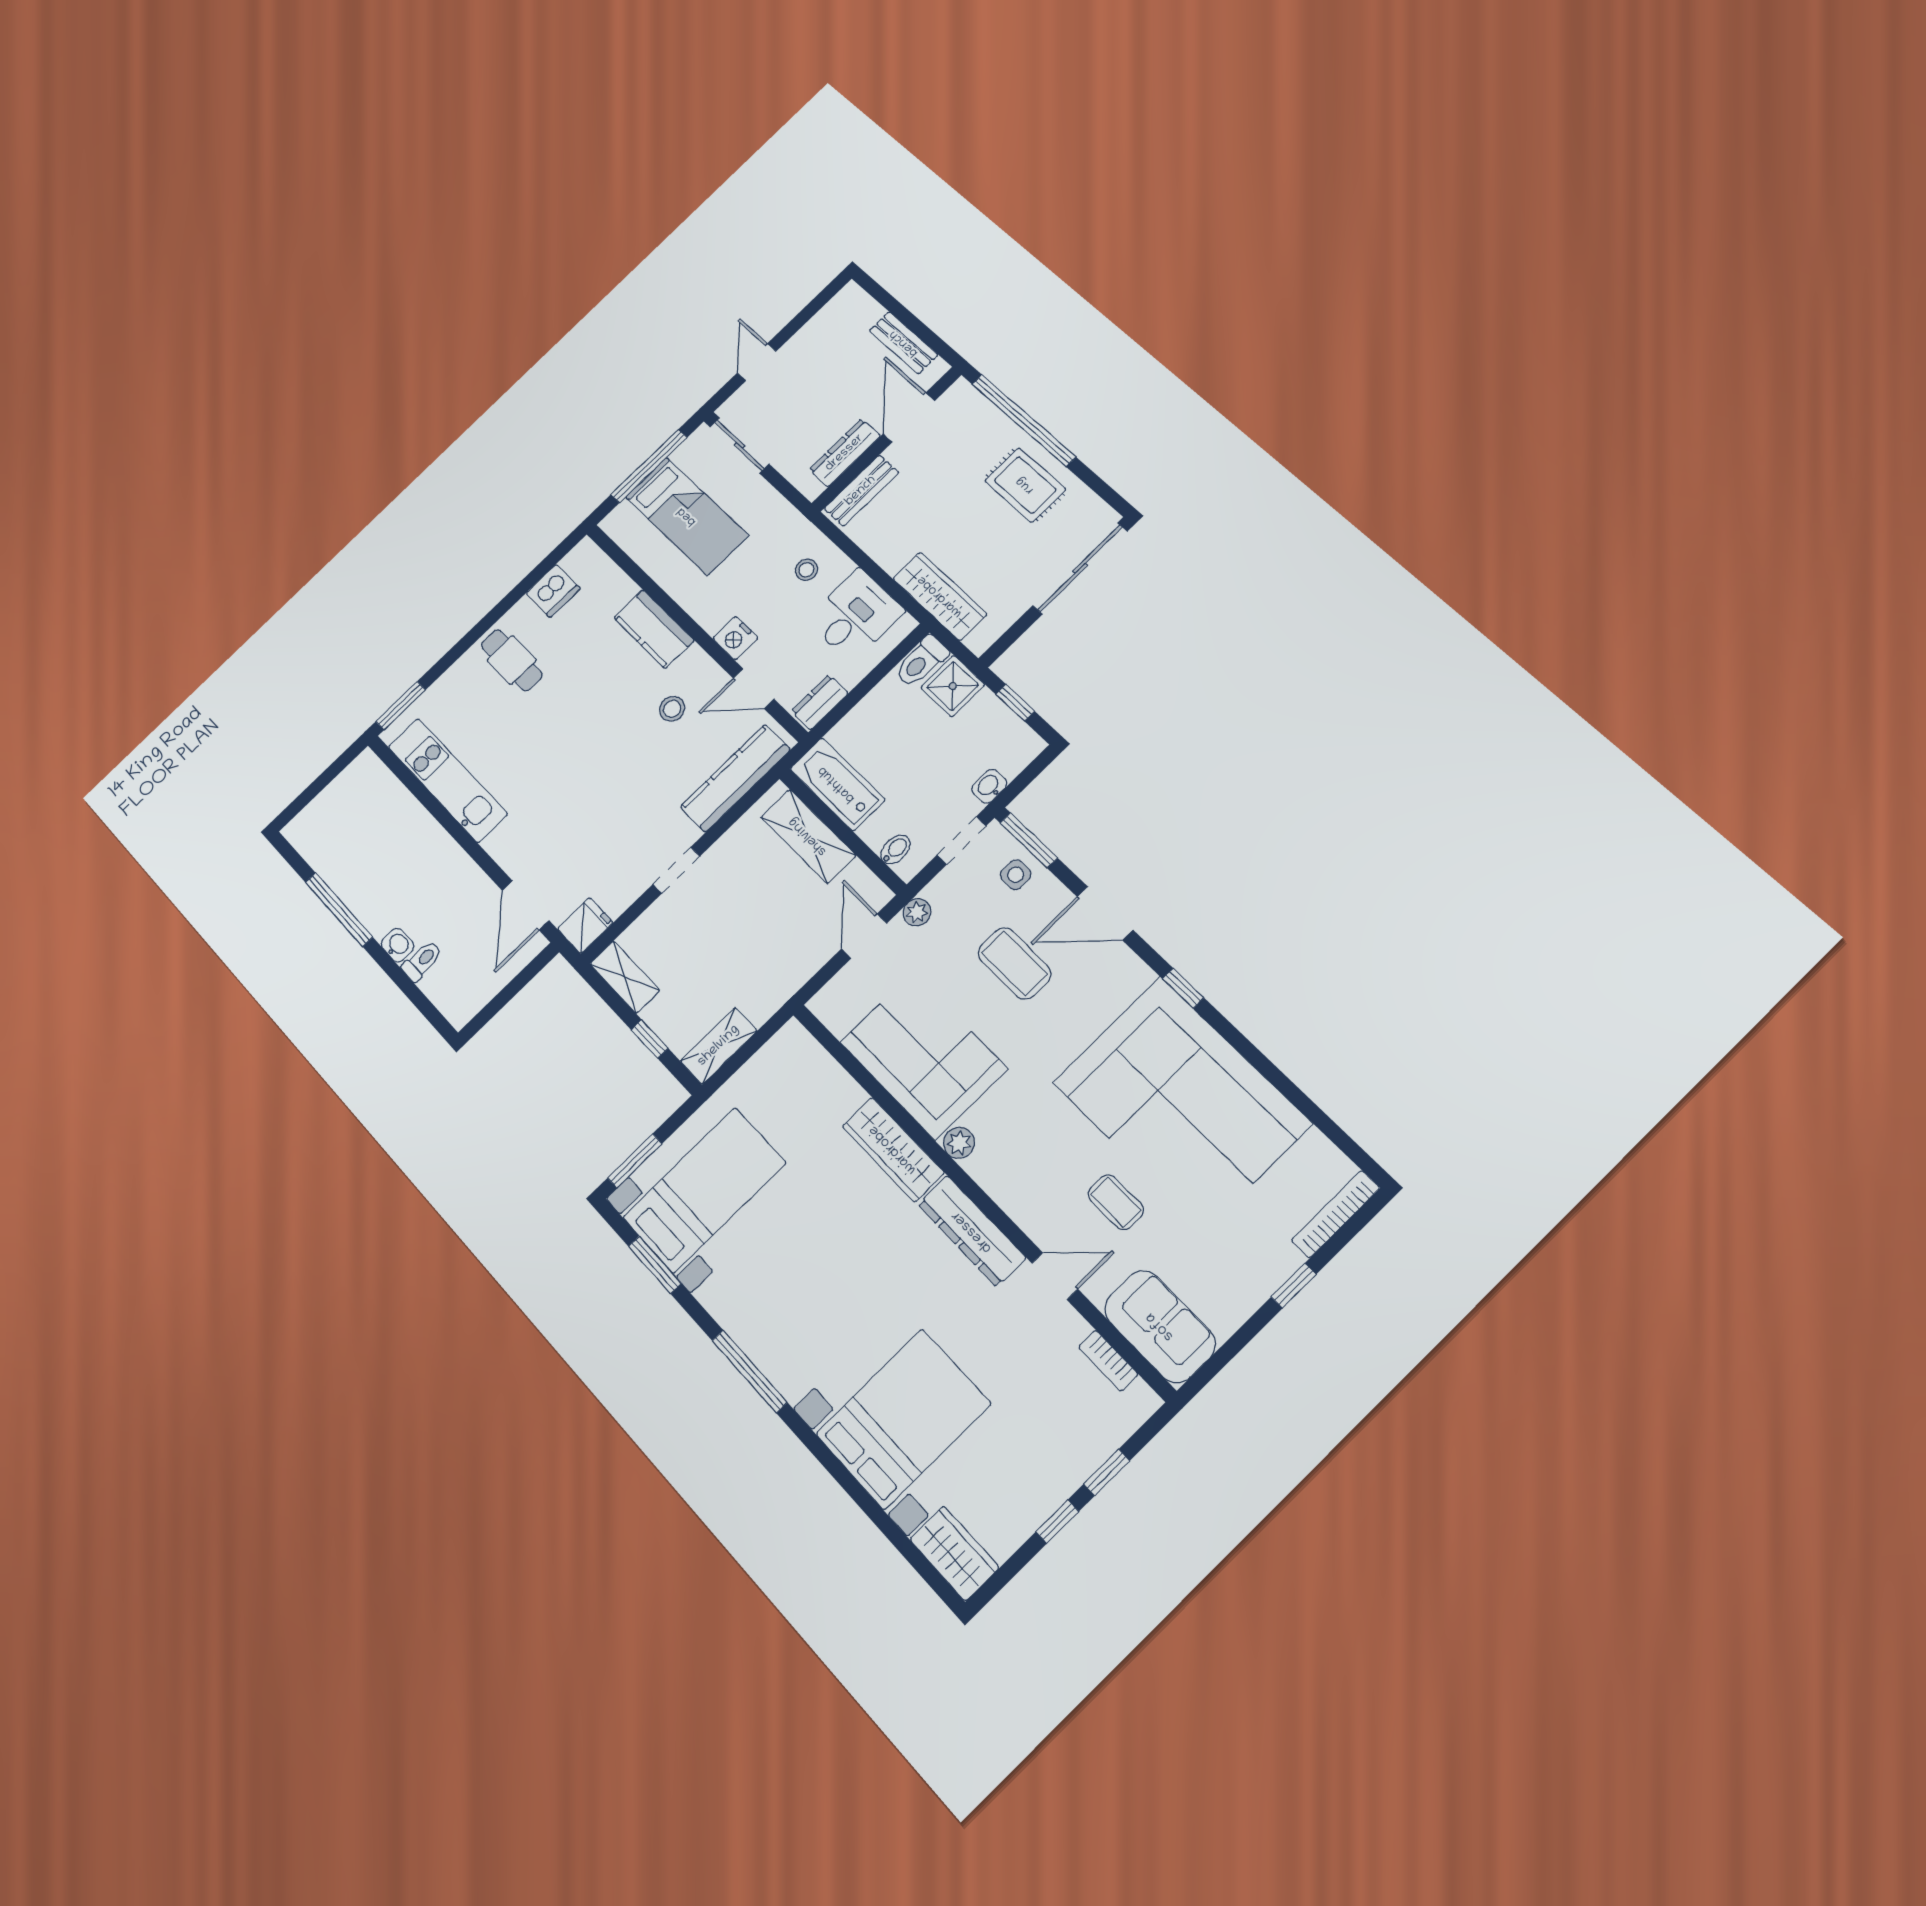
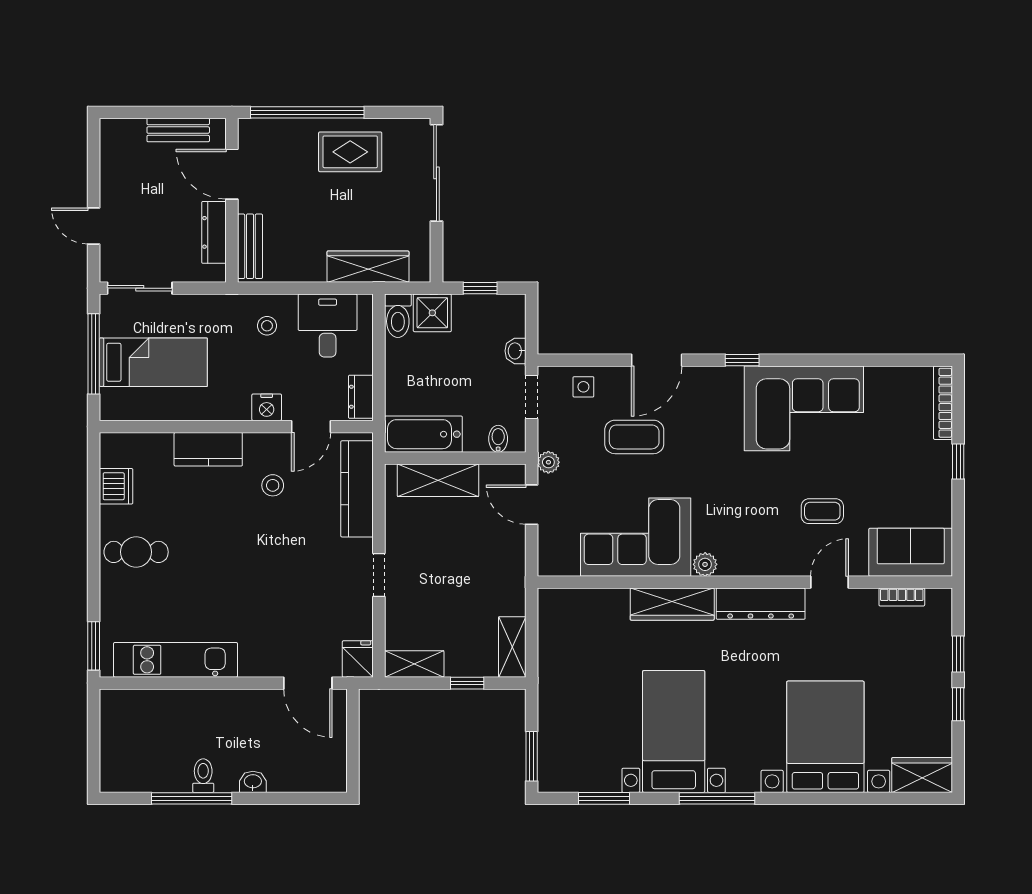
window: (1029, 840) -> (571, 360), removed
toilet: (422, 961) -> (203, 776), moved
corner sofa: (1181, 1103) -> (804, 408), width x0.73, depth x0.74
bed with nightstands: (704, 1190) -> (674, 731), moved

